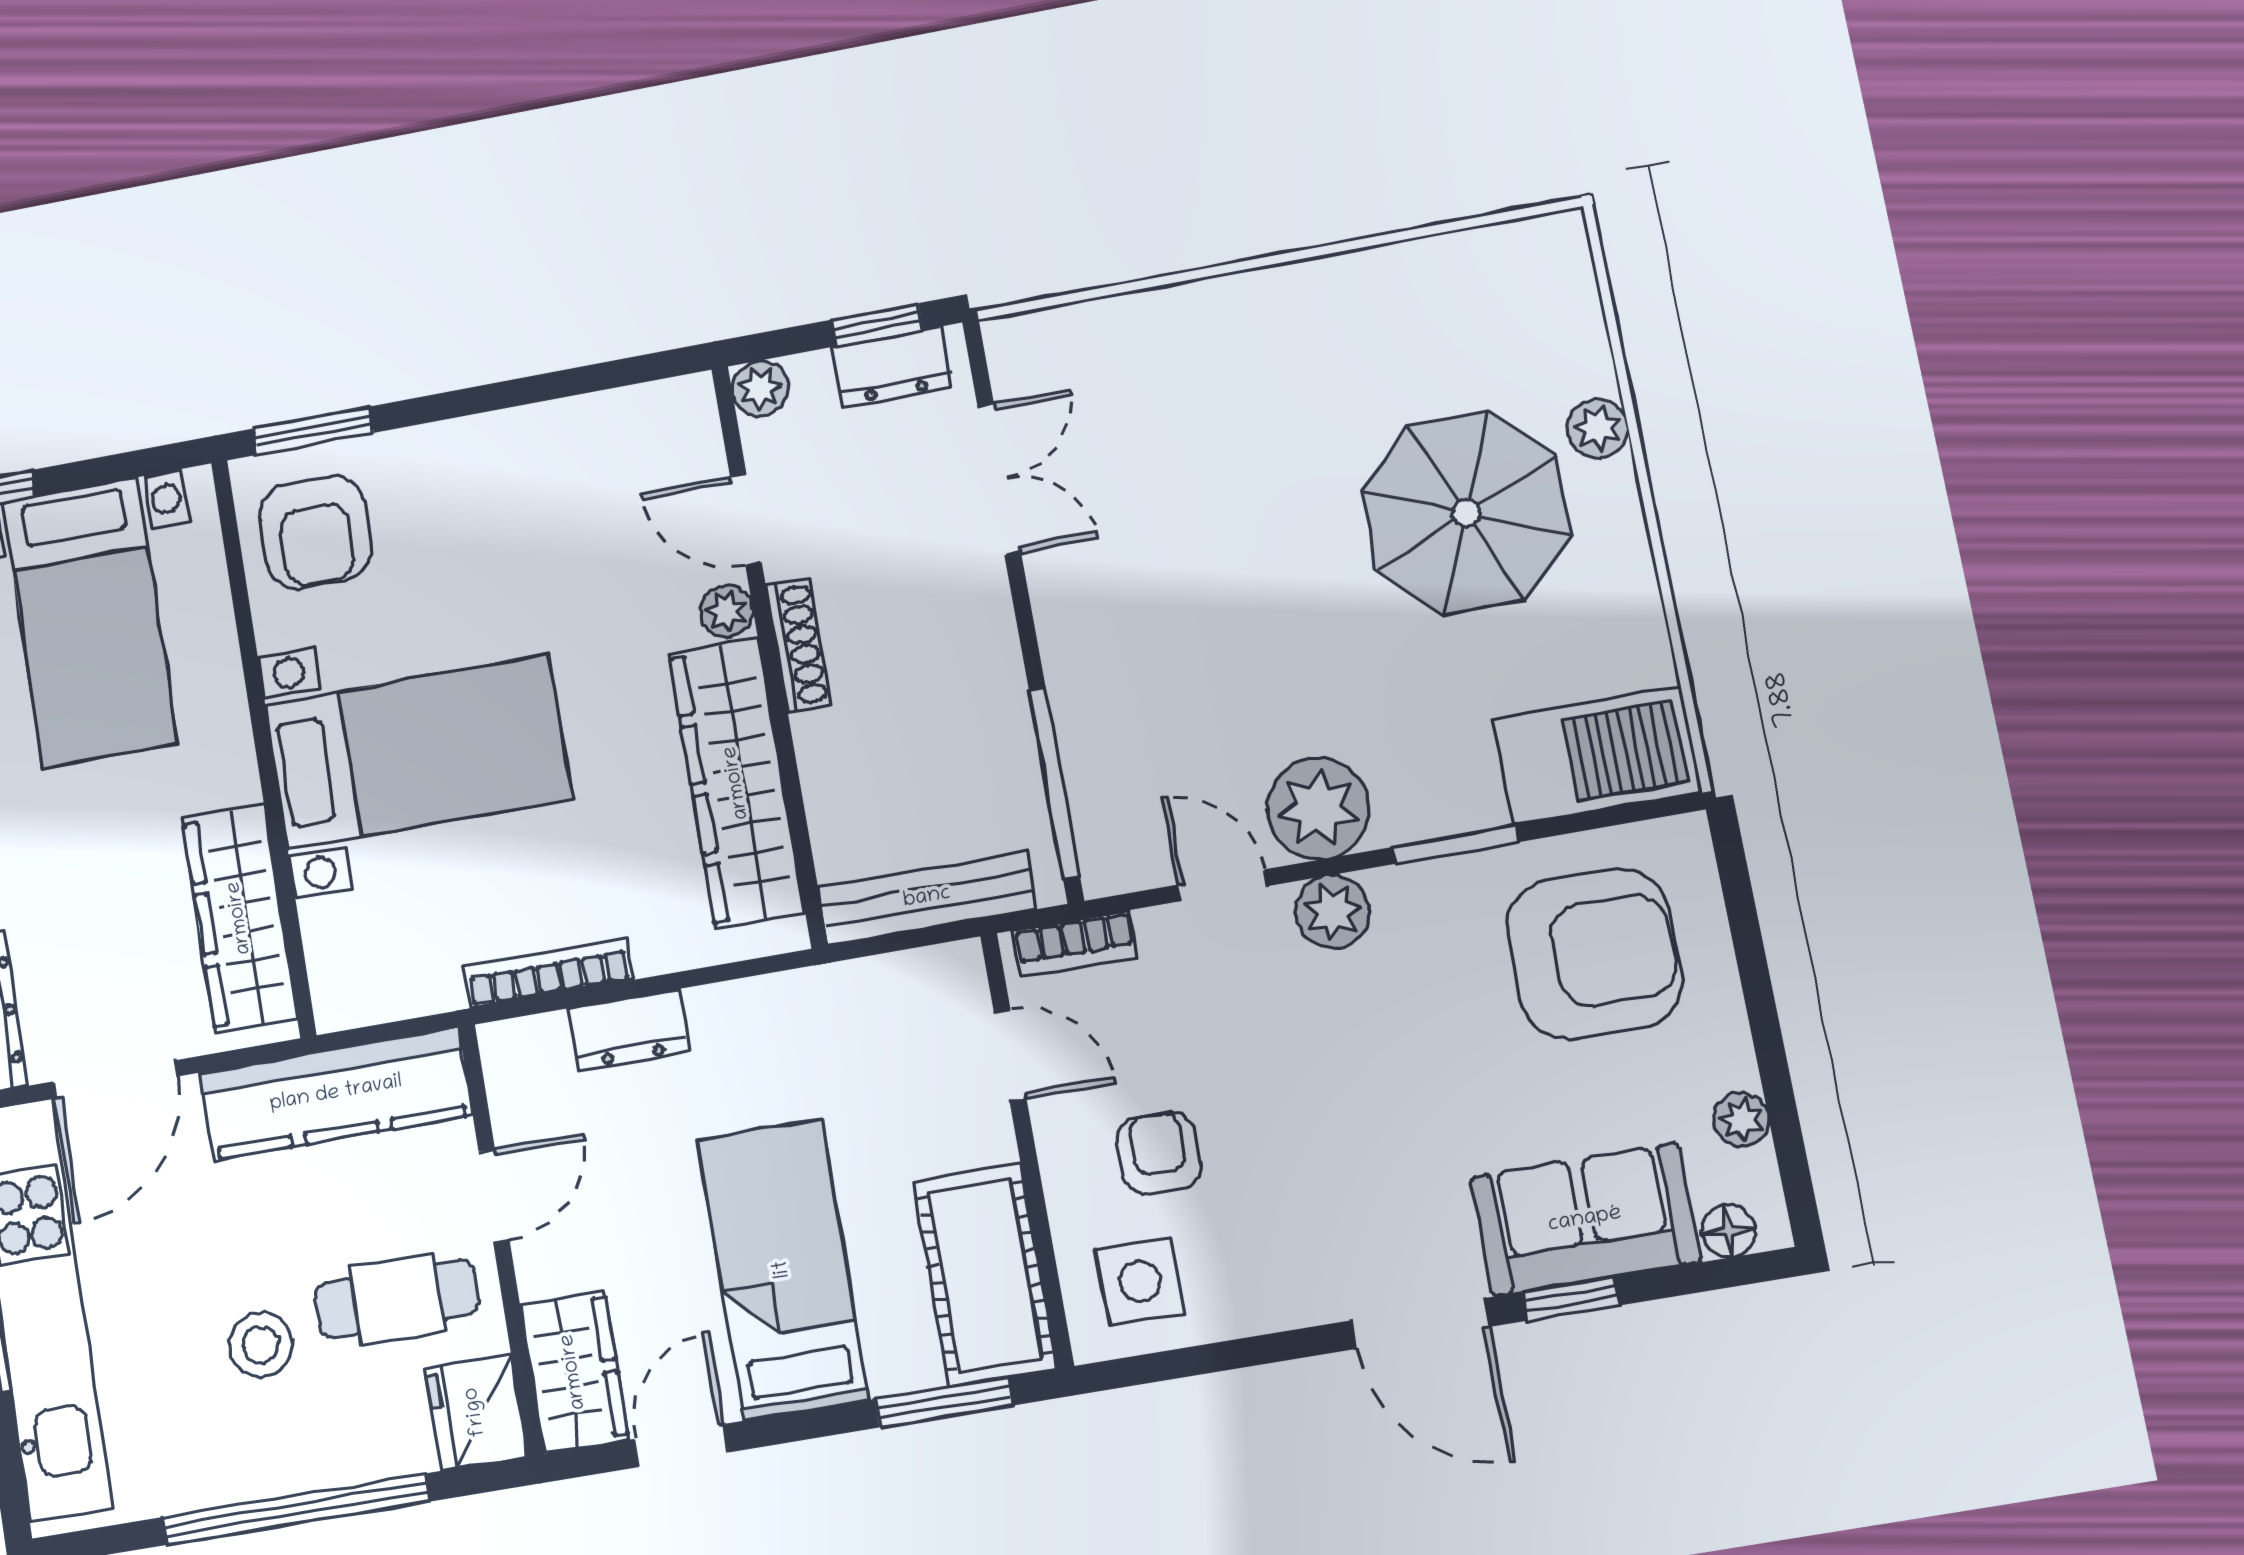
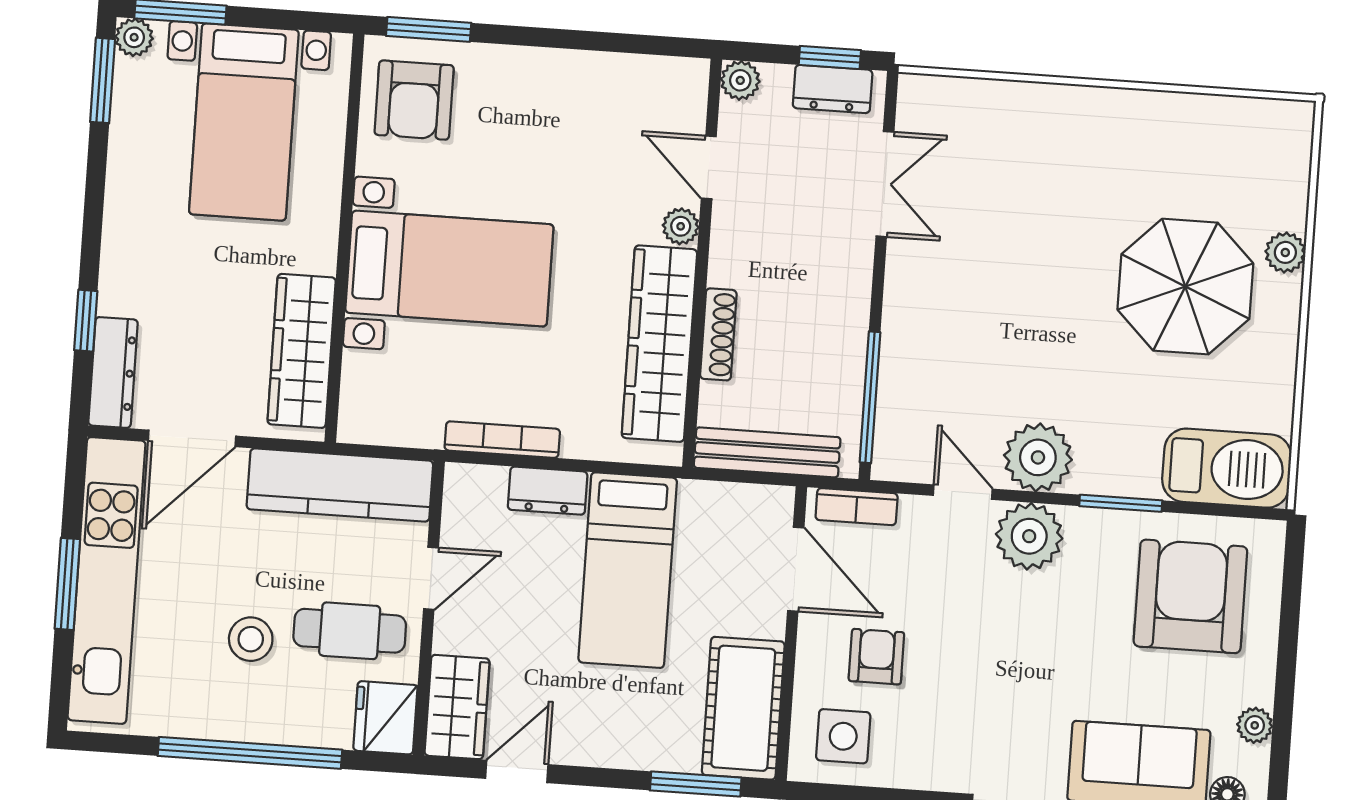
shoe rack: (799, 645) -> (718, 334), moved
plant: (1333, 912) -> (1029, 536), width x1.36, depth x1.36
armchair: (1594, 954) -> (1190, 596), turned -90
door: (1010, 1055) -> (796, 569), width x1.37
bed: (783, 1269) -> (628, 570), moved, turned 180

